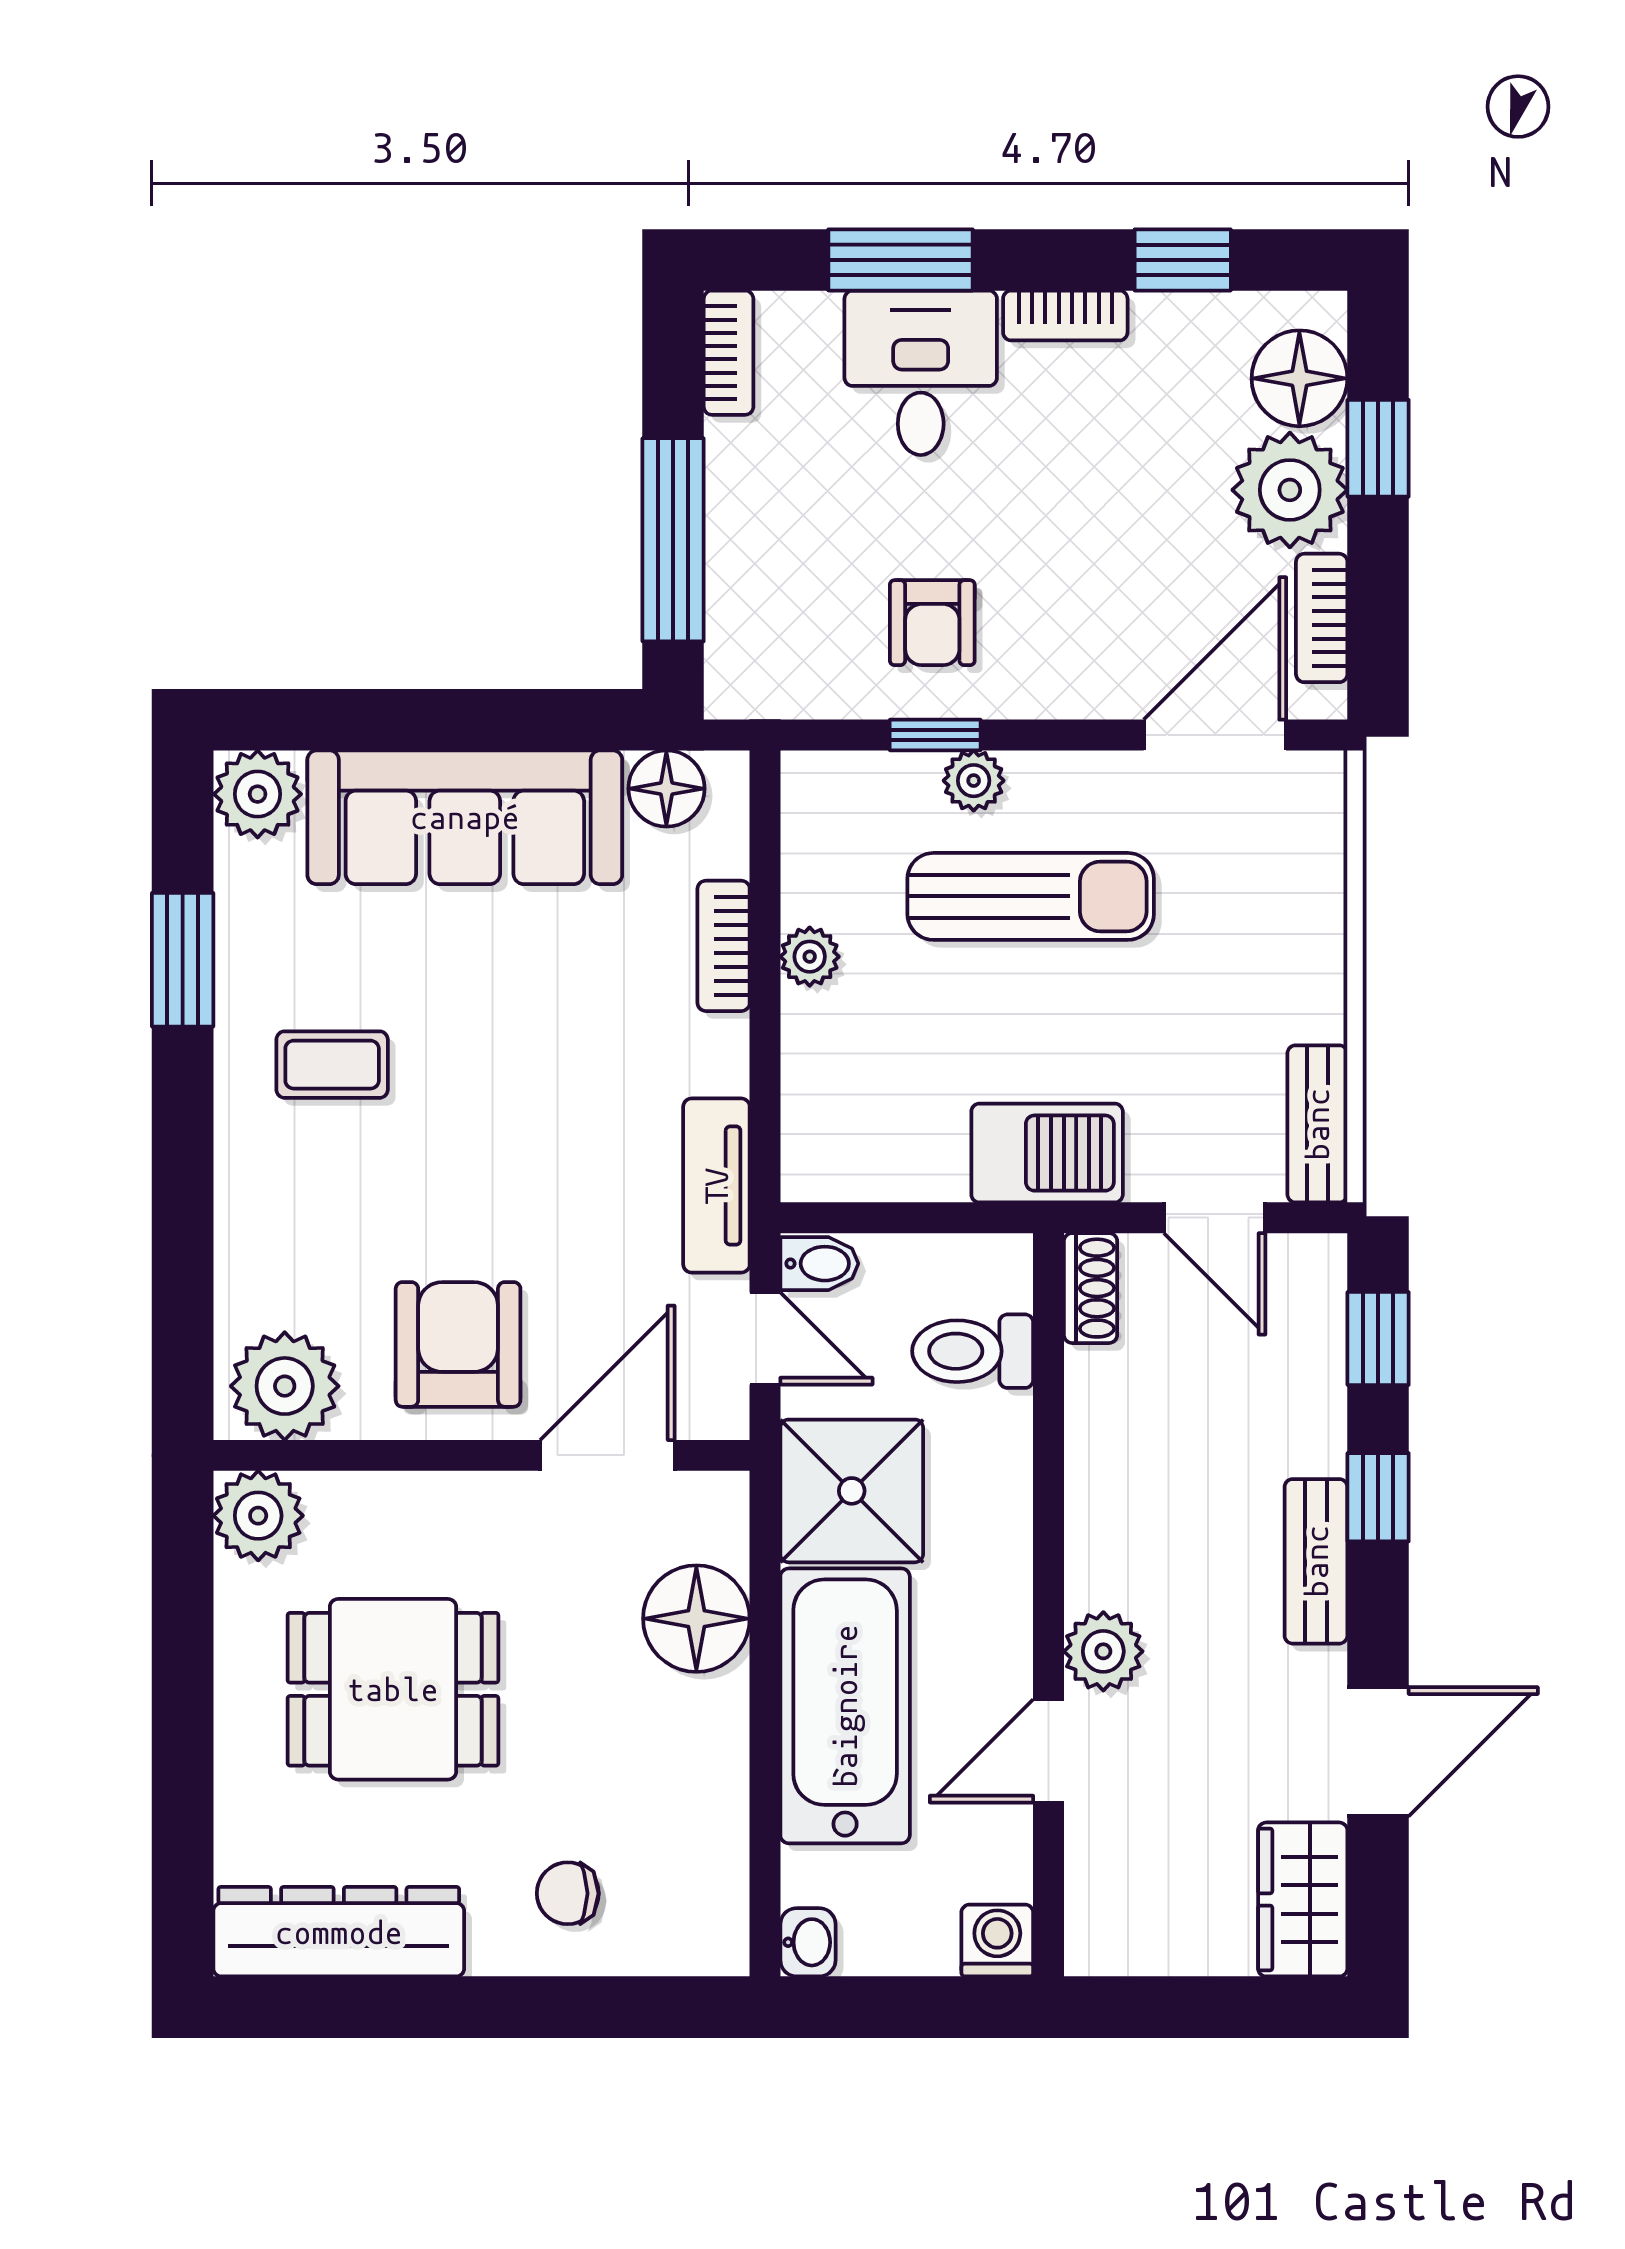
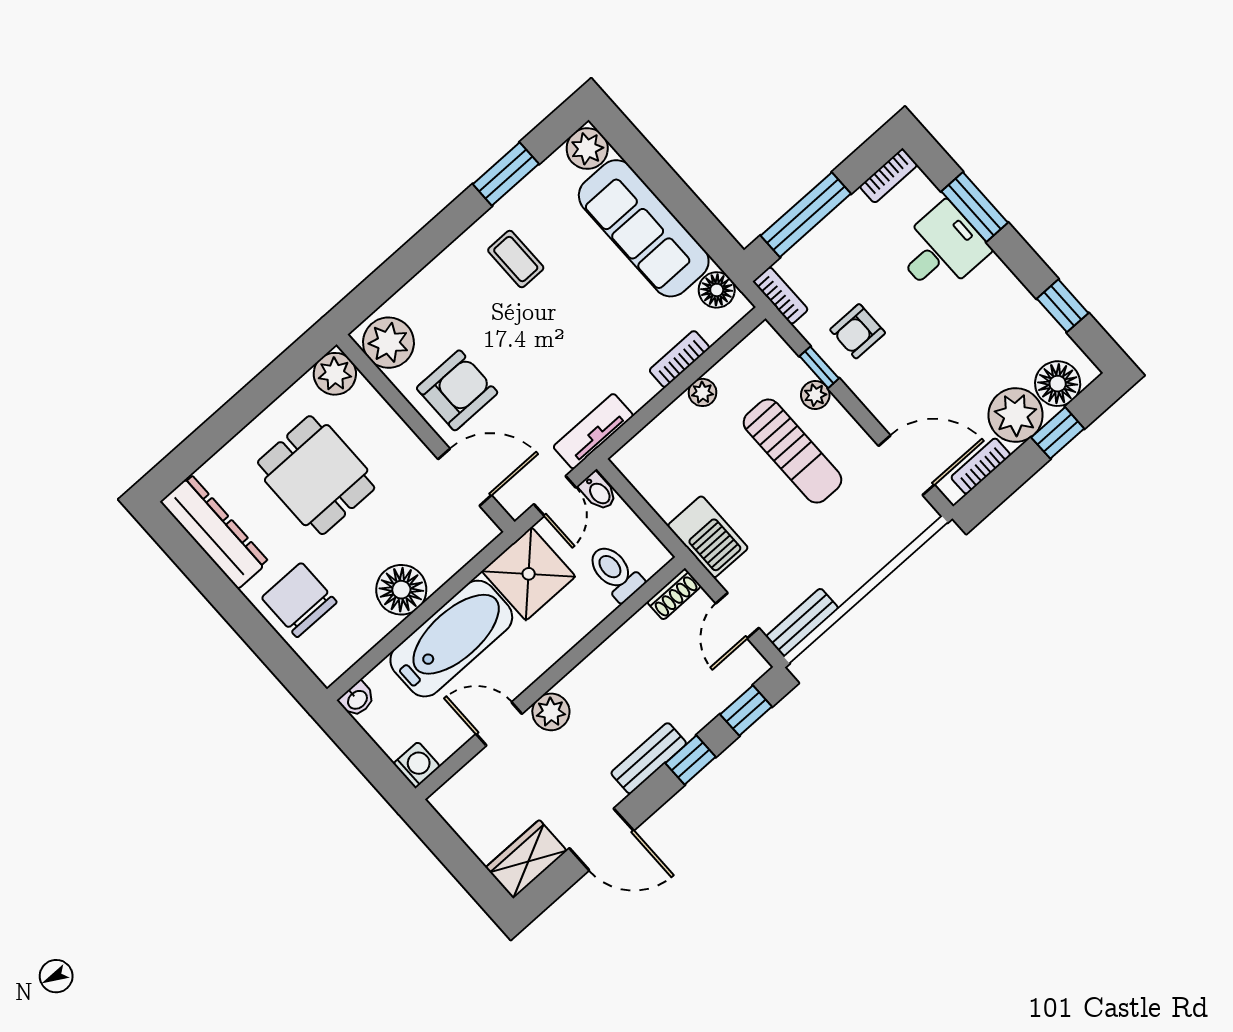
bookcase: (1065, 316) -> (780, 296), moved, turned 180
floor lamp: (696, 1619) -> (401, 590), moved
chair: (568, 1893) -> (299, 600), width x1.87, depth x1.87

